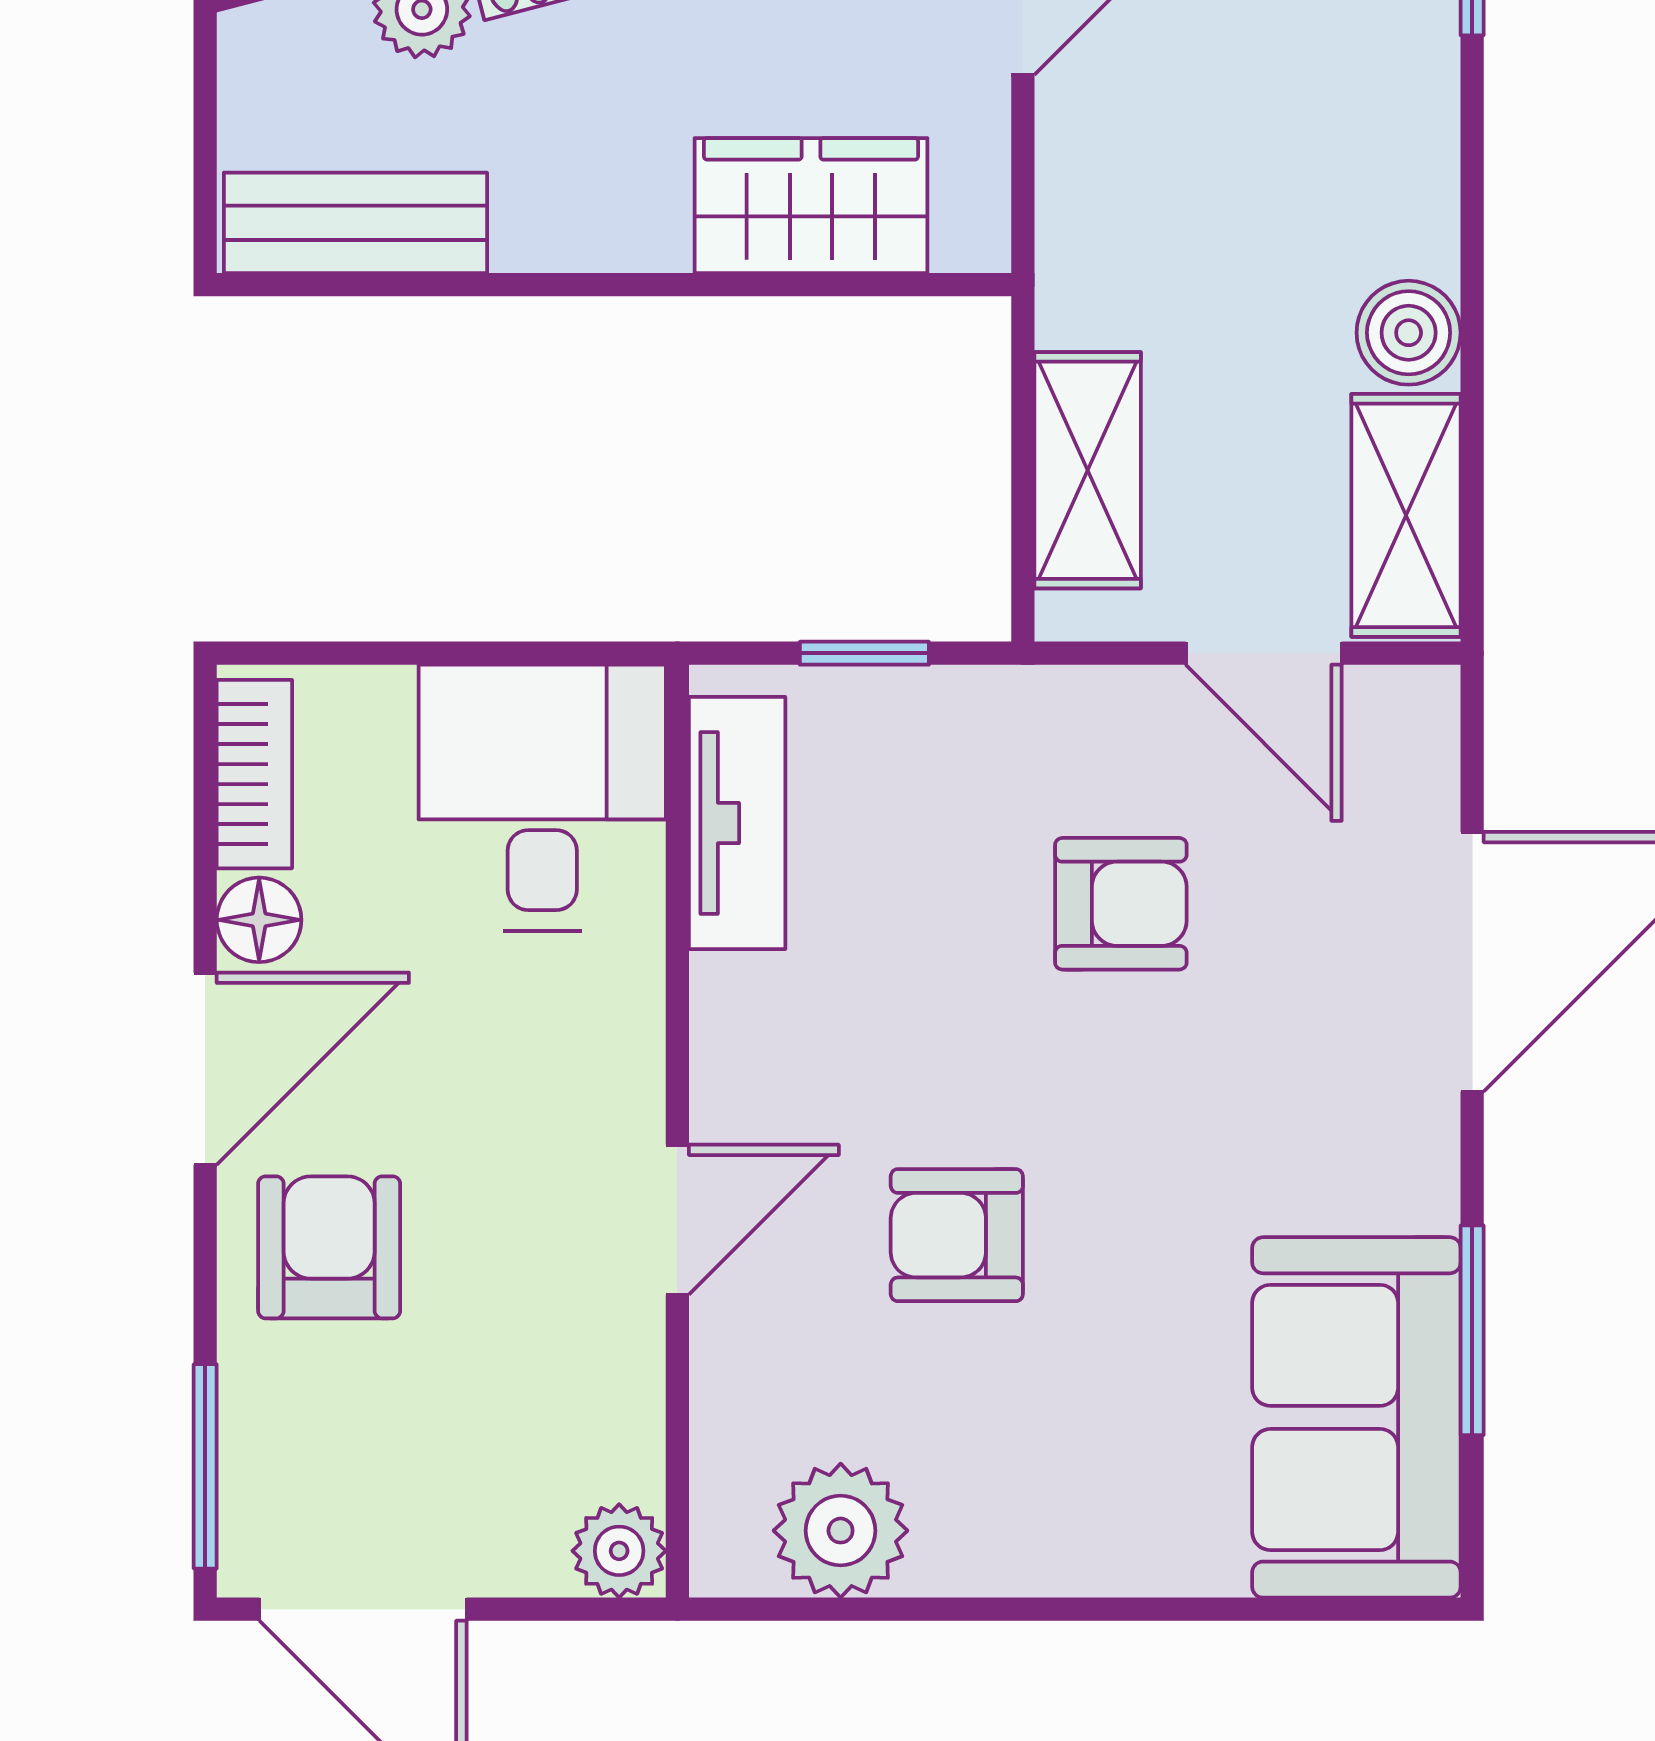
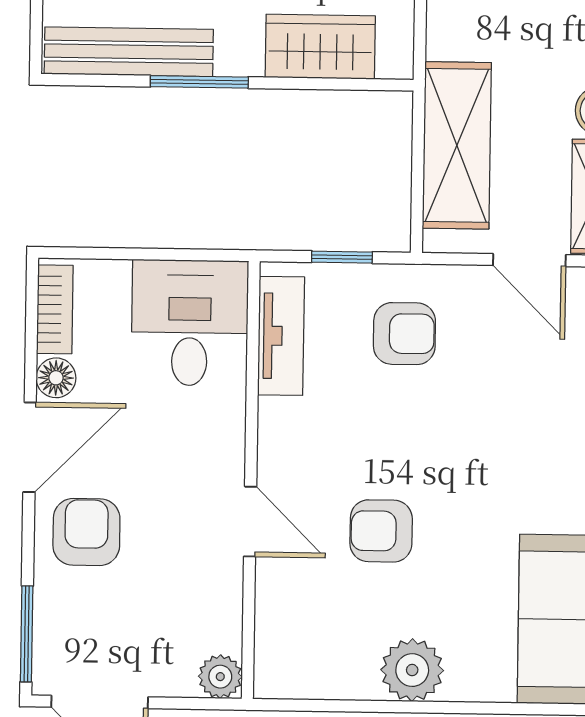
bench: (355, 223) -> (129, 52), width x1.36
window: (555, 285) -> (199, 82), added
shelving: (1088, 470) -> (457, 145), width x1.50, depth x1.33
armchair: (1121, 904) -> (404, 334), moved
door: (677, 1220) -> (250, 522), hinge flipped
plant: (841, 1531) -> (412, 670), moved

